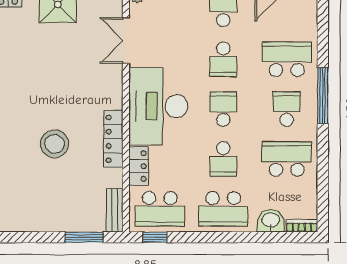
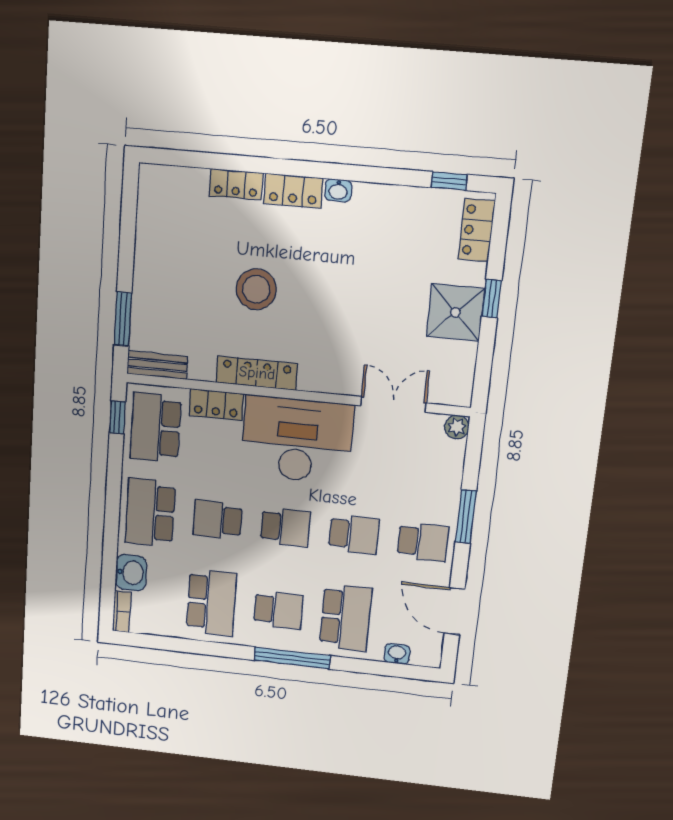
washbasin: (310, 19) -> (397, 654), added
school desk: (223, 59) -> (354, 534), turned 180

